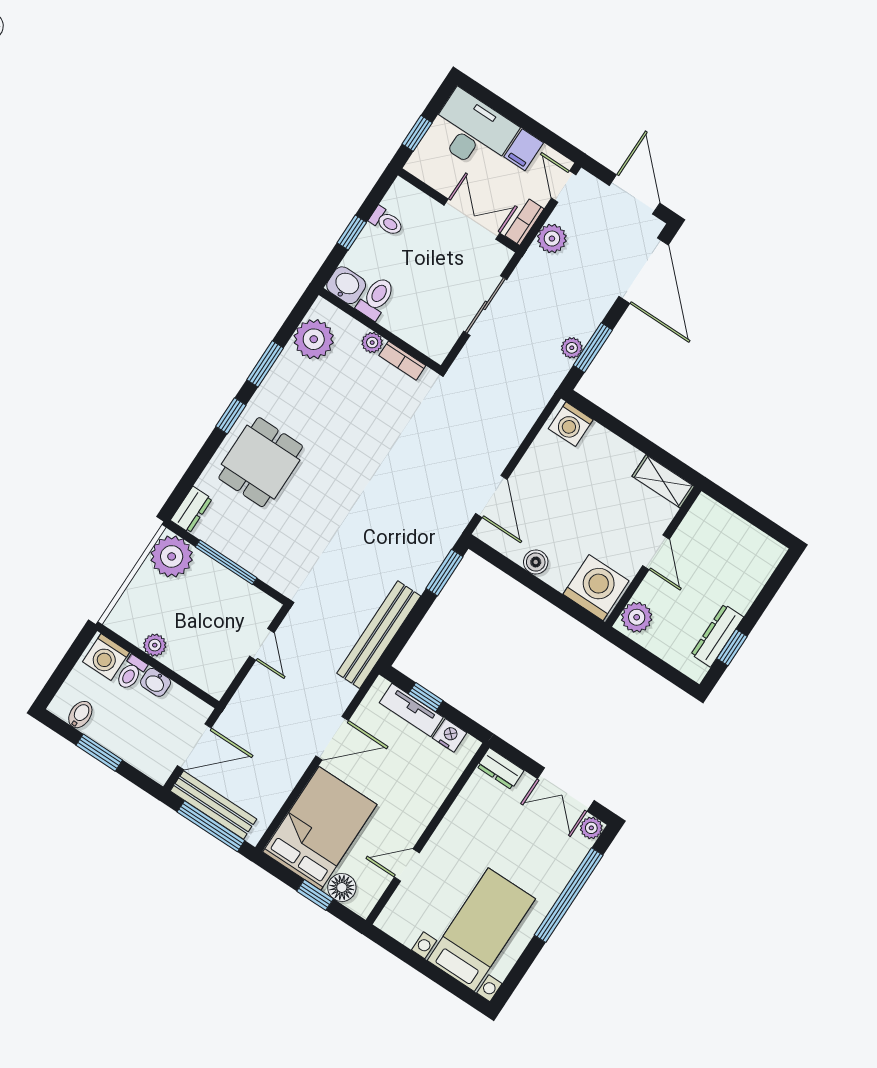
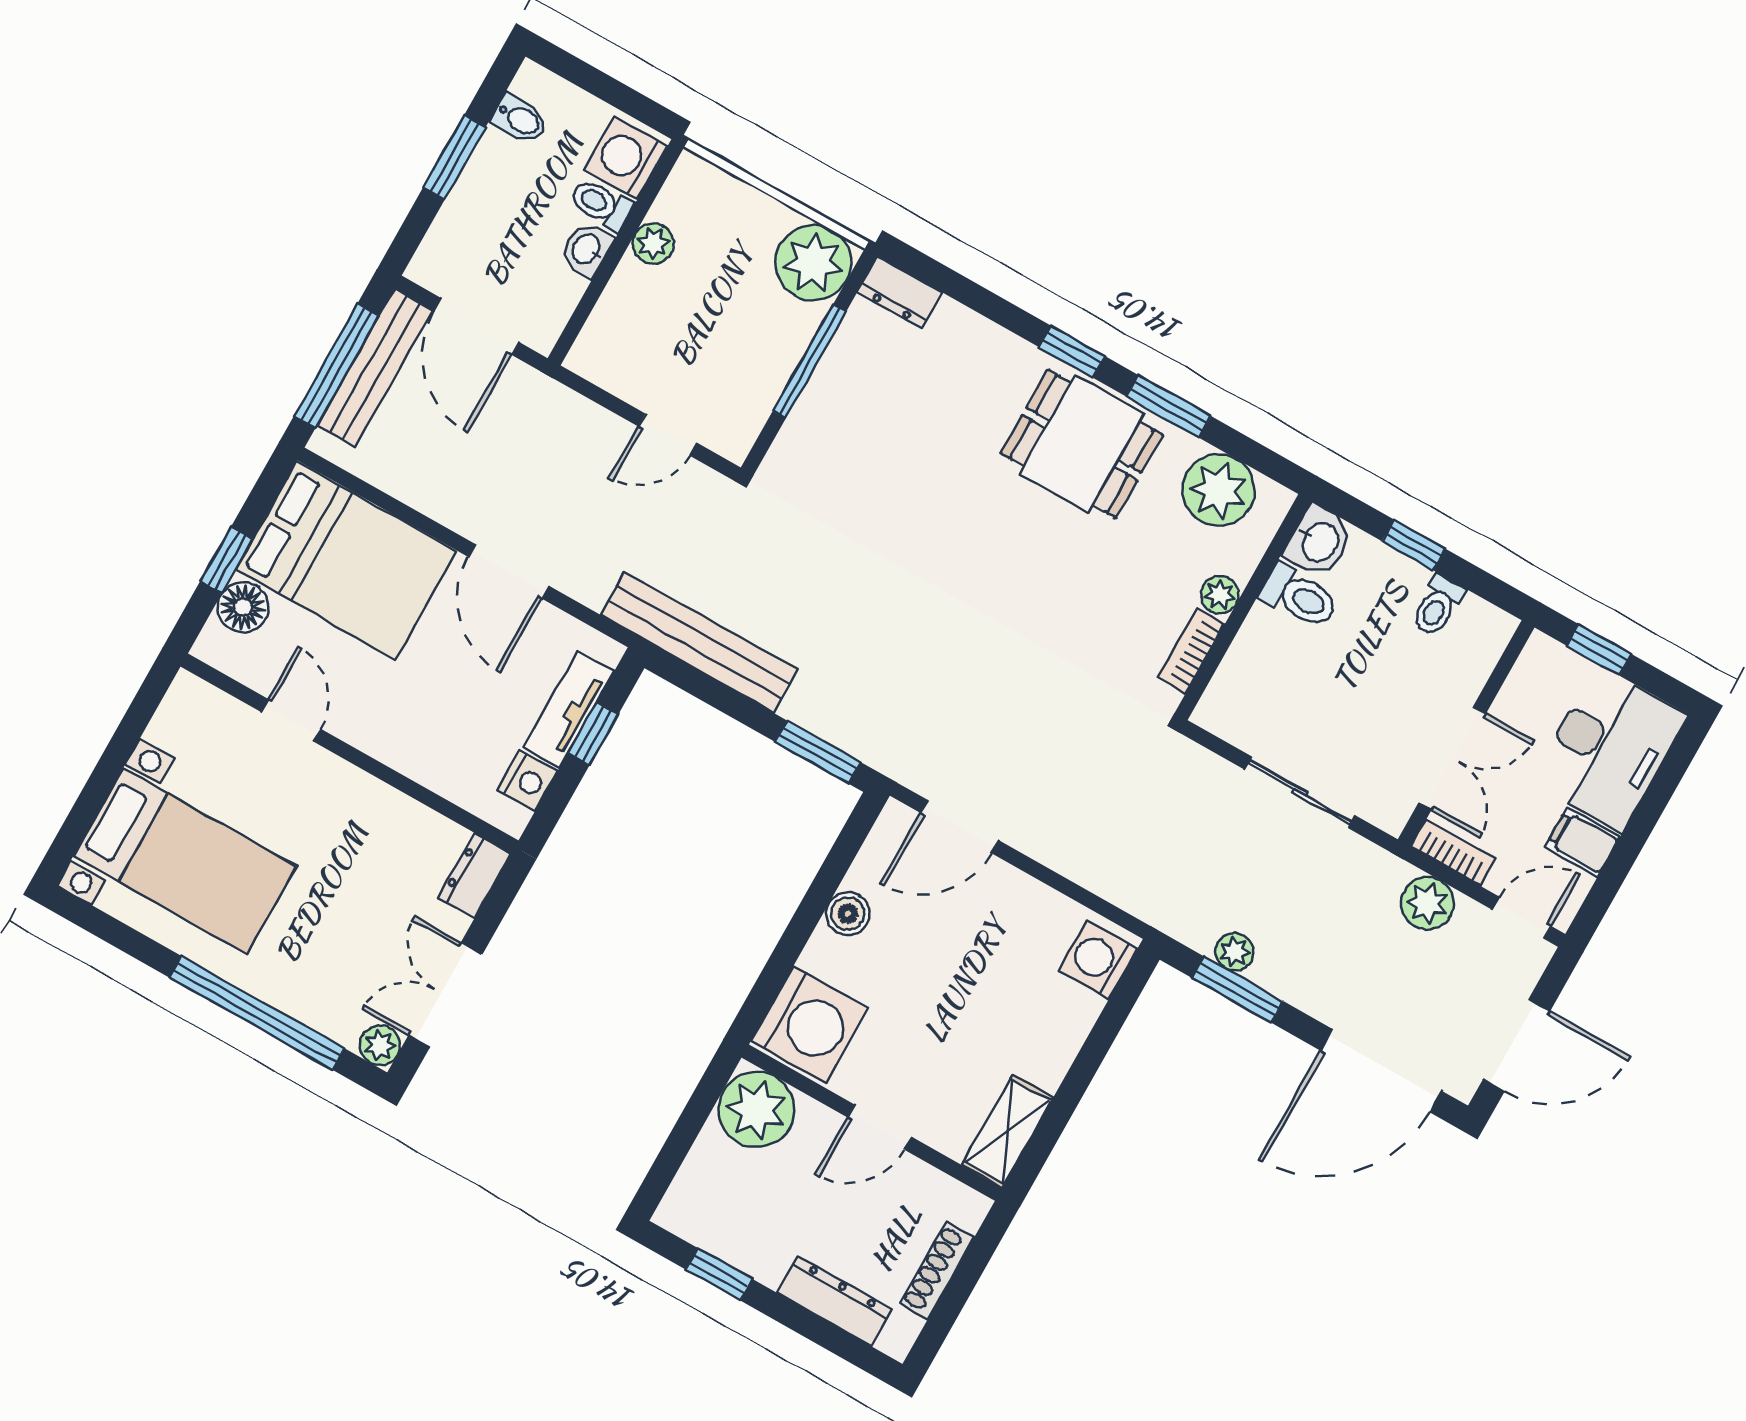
dining table: (261, 462) -> (1082, 444), moved
shoe rack: (738, 526) -> (937, 1271), added
plant: (637, 617) -> (756, 1109), width x1.36, depth x1.36
dresser: (717, 636) -> (834, 1301), moved

